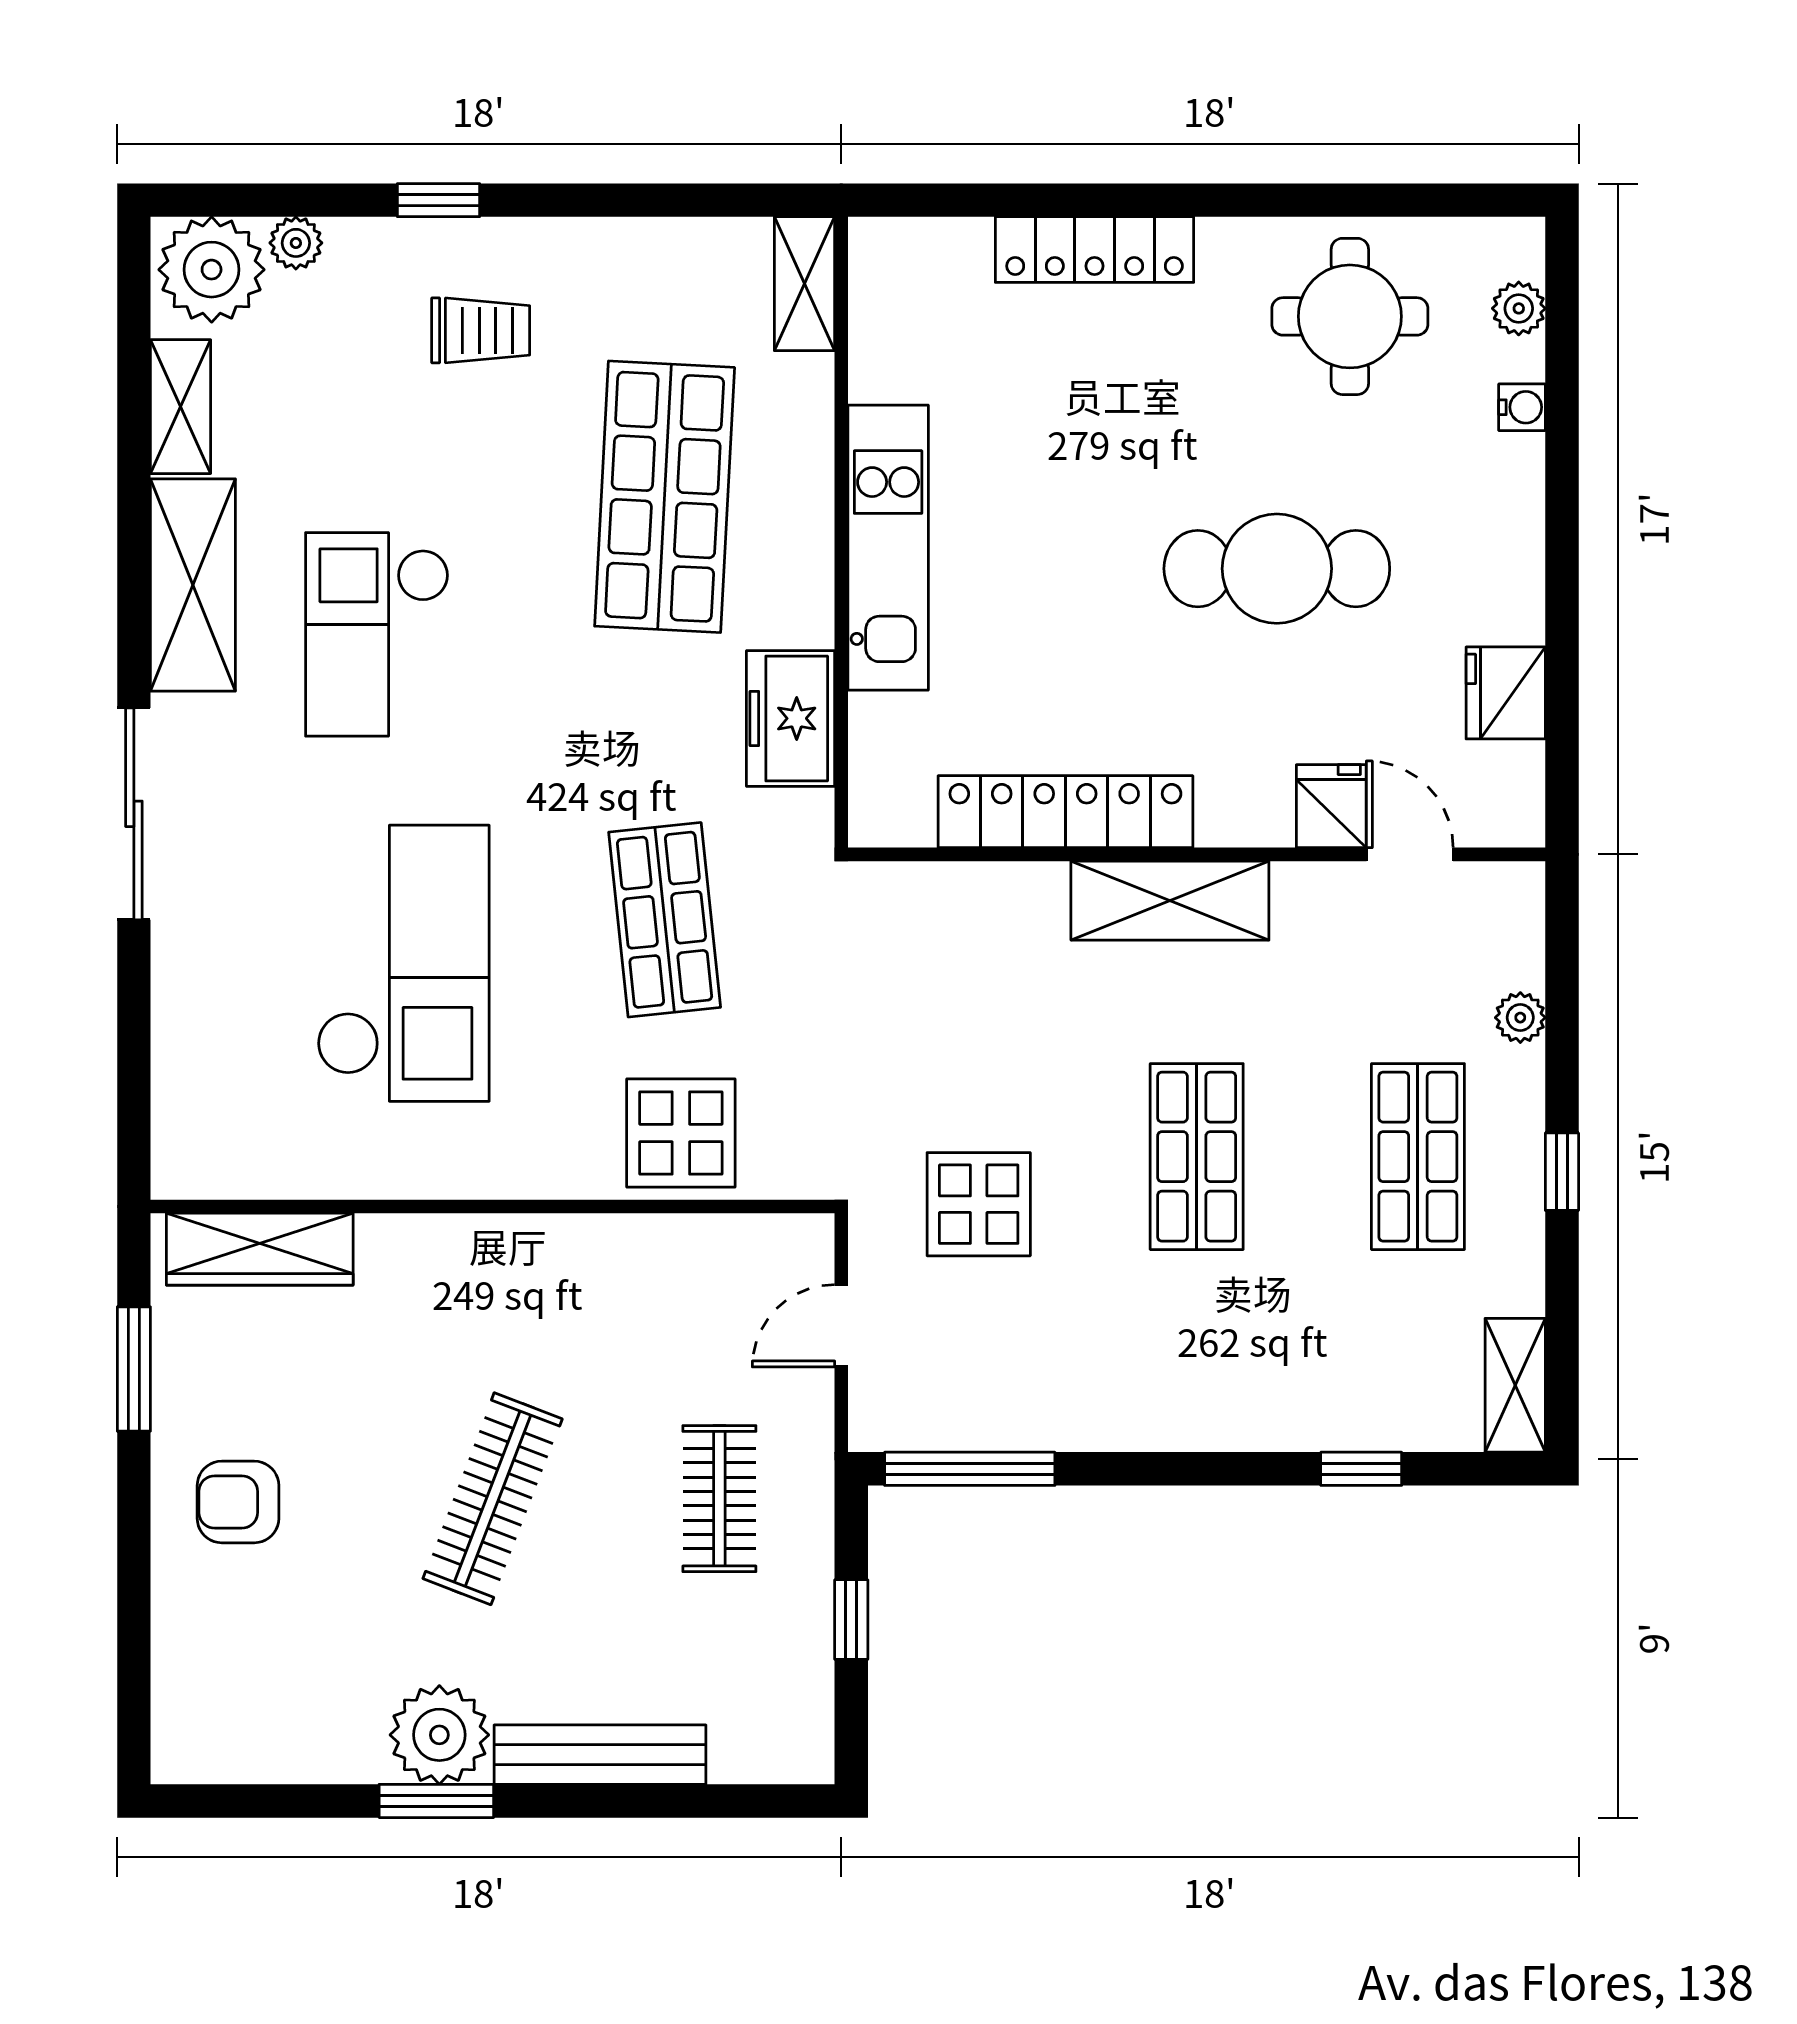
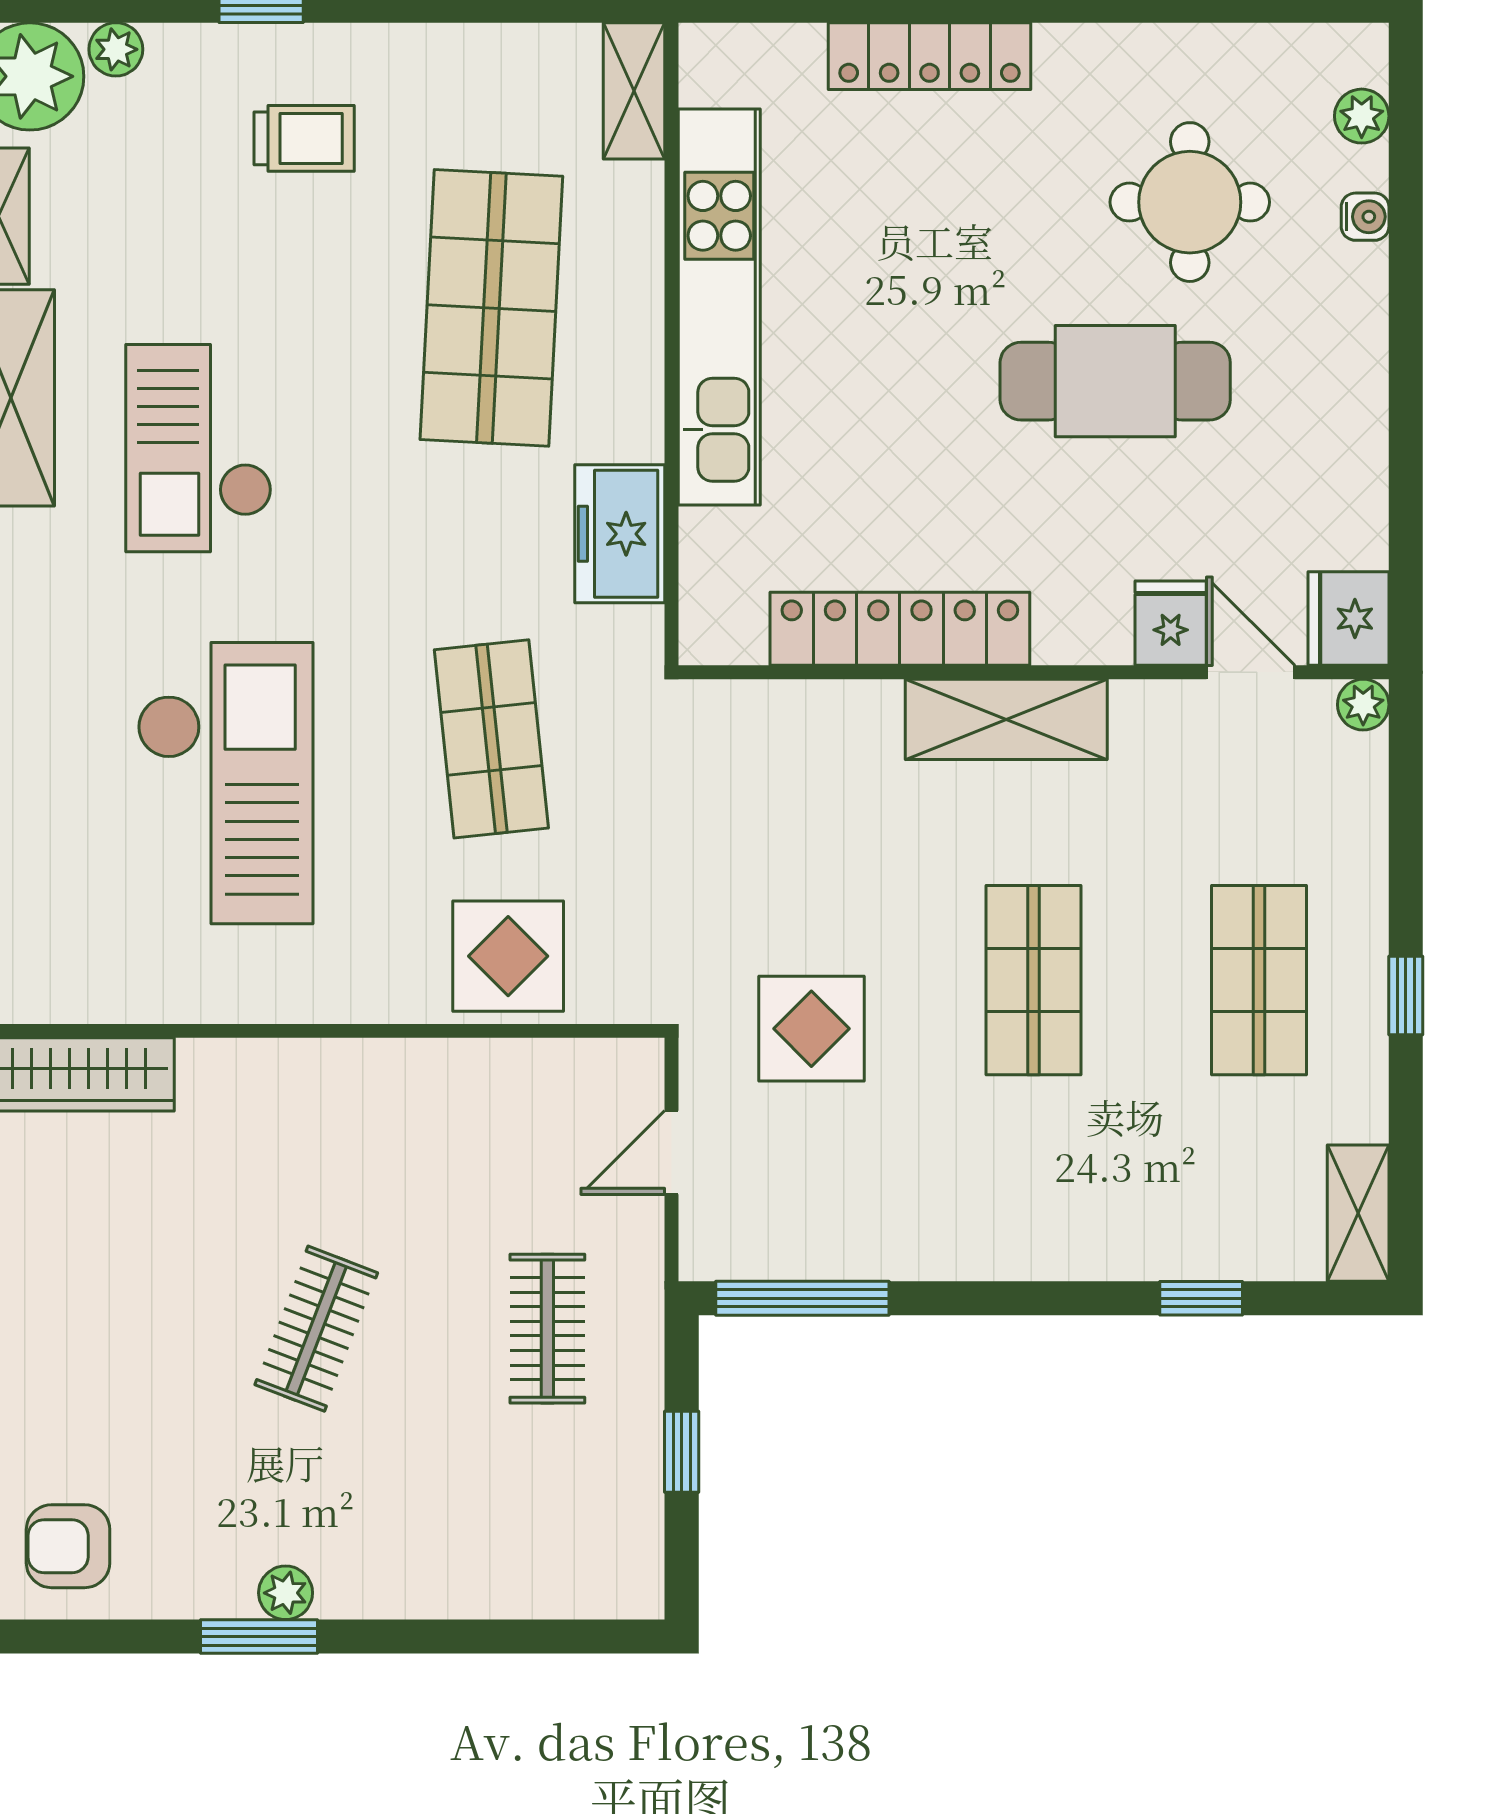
round table: (1350, 316) -> (1190, 202), moved
kitchen unit: (888, 548) -> (719, 307), width x1.36
fridge: (1506, 693) -> (1348, 619), moved
plant: (1520, 1018) -> (1363, 705), moved
clothes rail: (493, 1499) -> (316, 1329), width x0.73
armchair: (238, 1502) -> (68, 1546), moved
plant: (439, 1735) -> (286, 1593), width x0.53, depth x0.53
bench: (600, 1755) -> (426, 1589), removed

